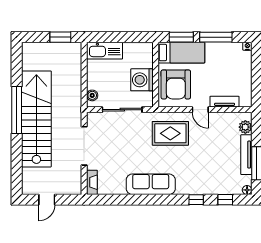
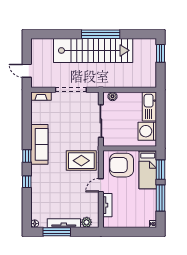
window: (60, 37) -> (160, 53), moved
washing machine: (142, 80) -> (147, 131), moved, turned -90
rug: (170, 133) -> (81, 161), turned 90
door: (47, 200) -> (27, 71), moved
window: (225, 200) -> (27, 156), moved

